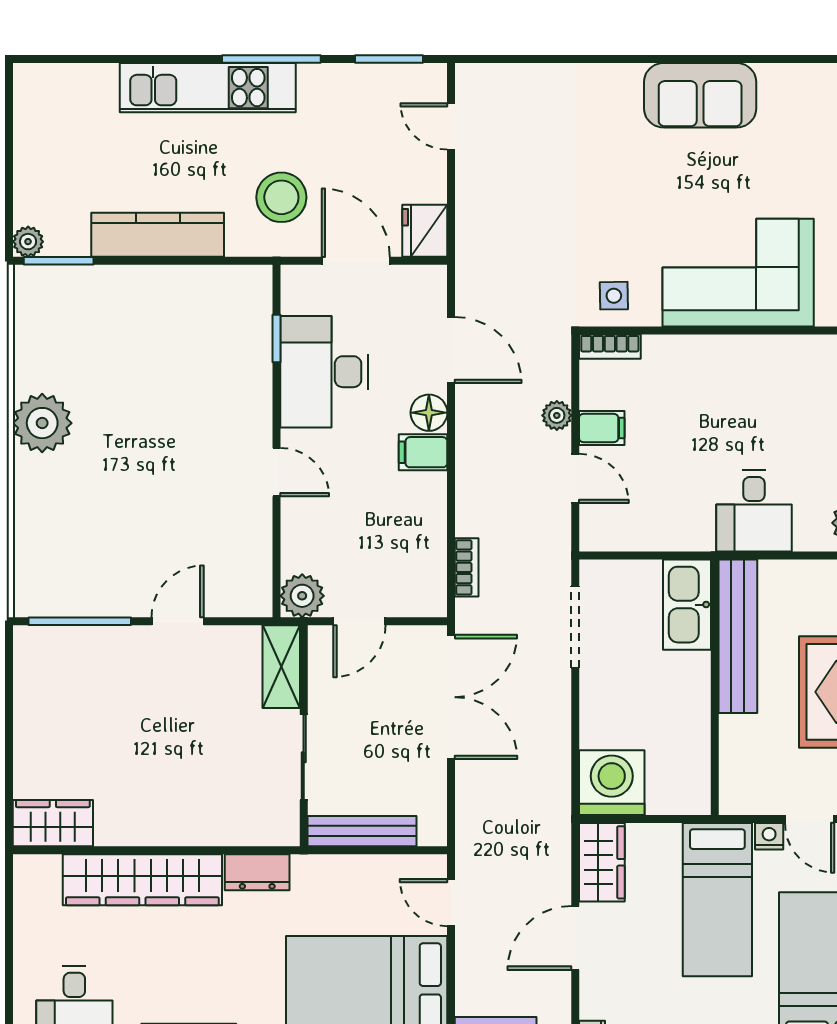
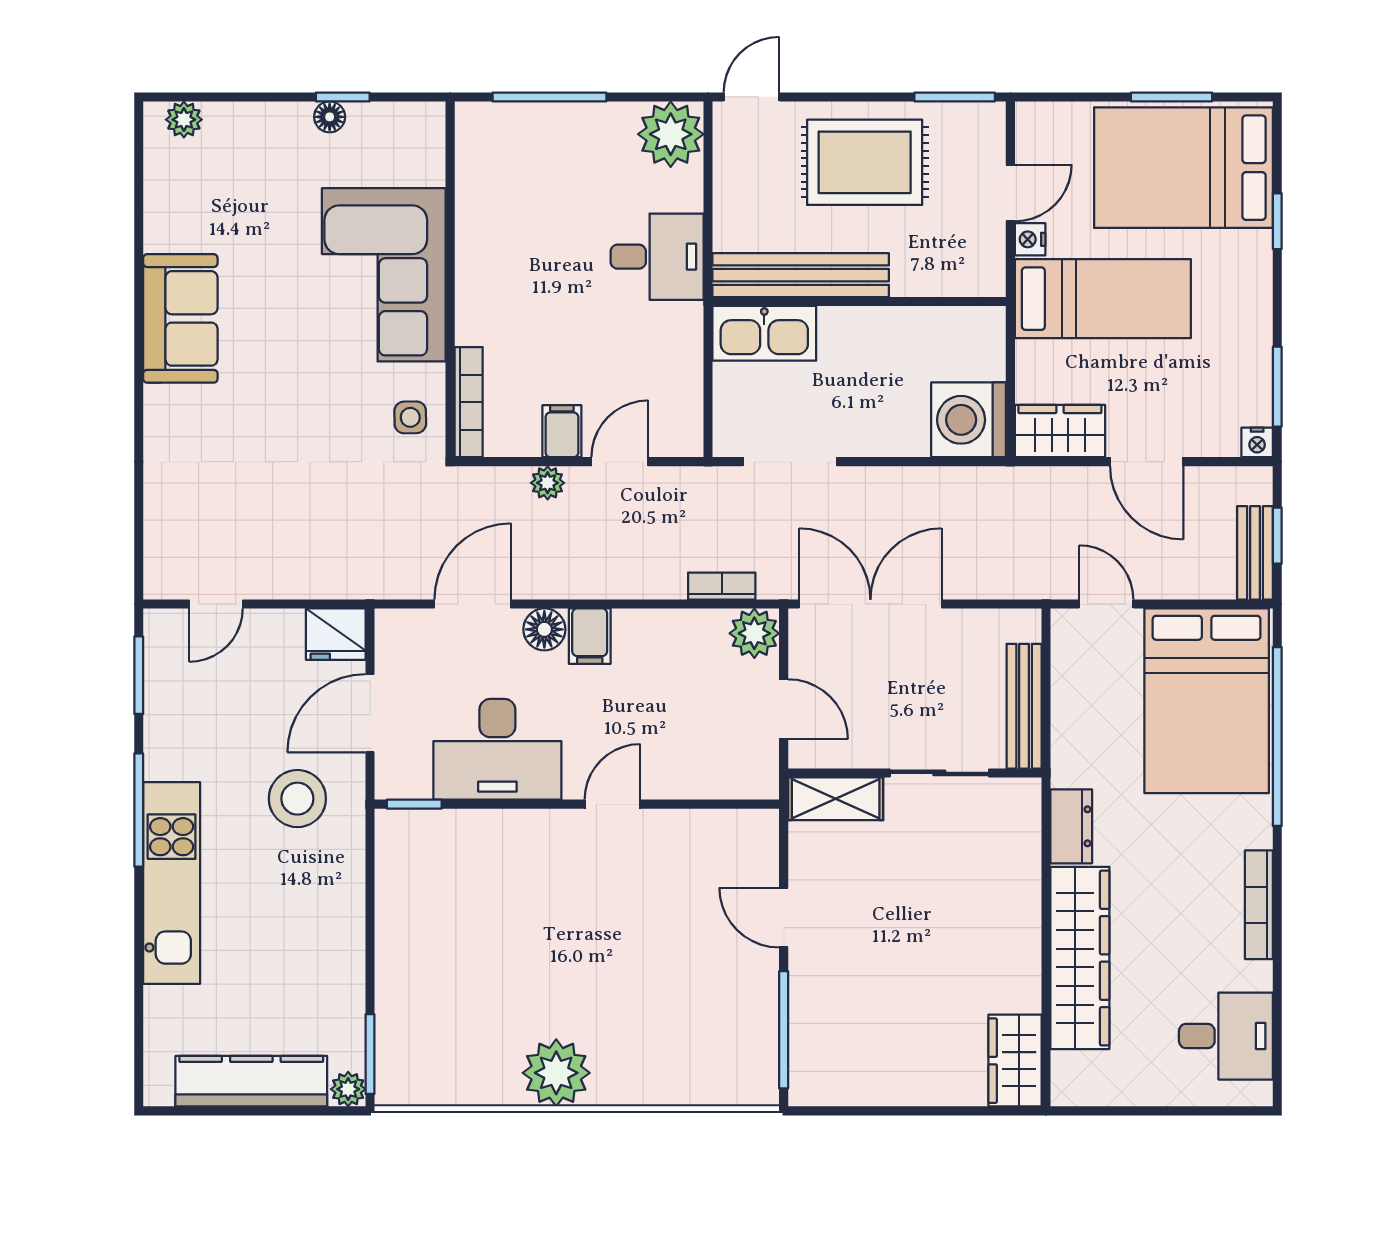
kitchen counter: (158, 235) -> (251, 1081), moved, turned 90
window: (277, 338) -> (414, 804), moved
bookcase: (610, 347) -> (469, 402), width x1.56
plant: (302, 596) -> (754, 633), moved
door: (451, 903) -> (1106, 604), swing flipped

